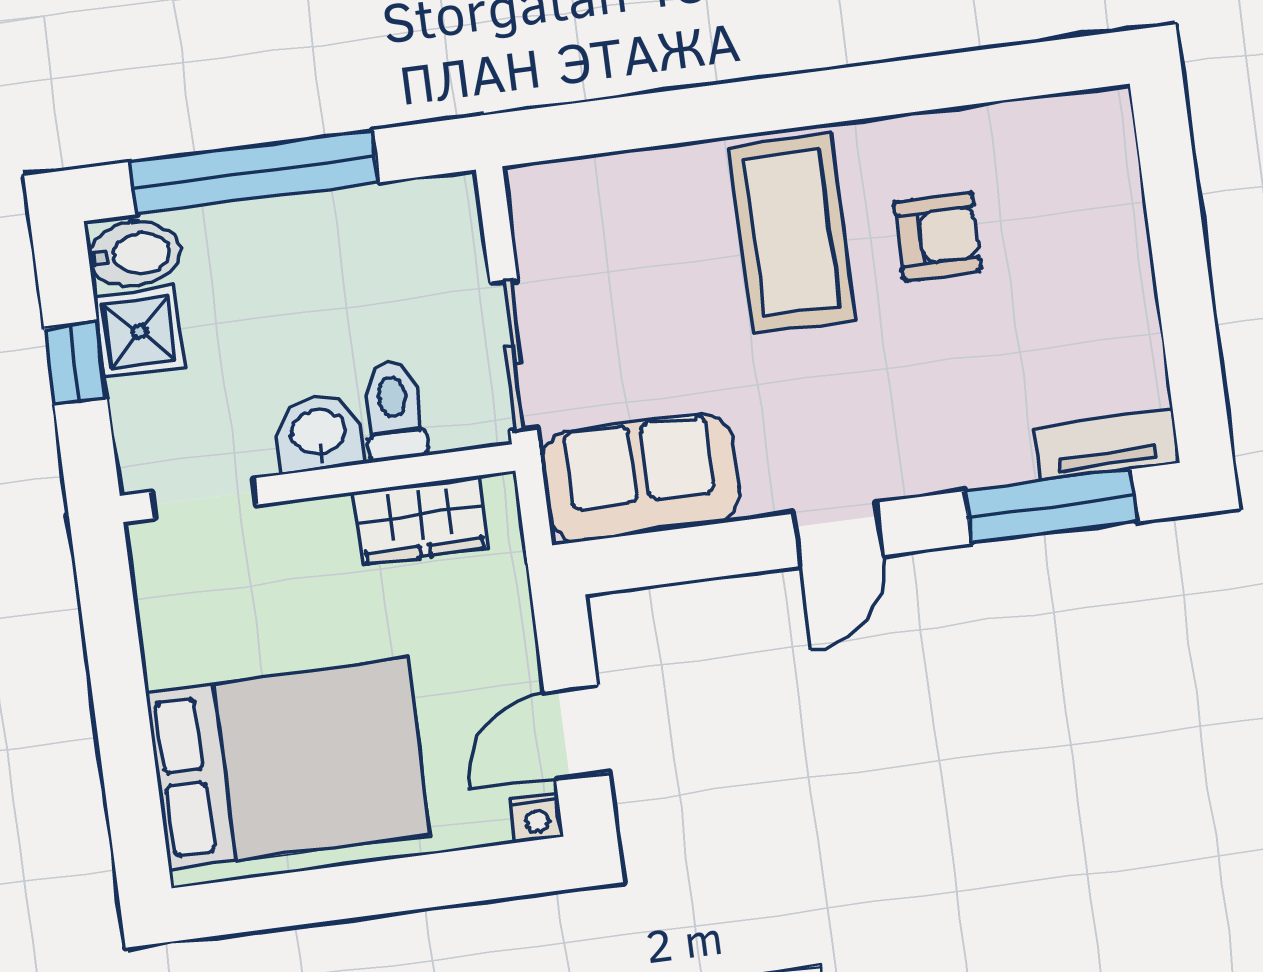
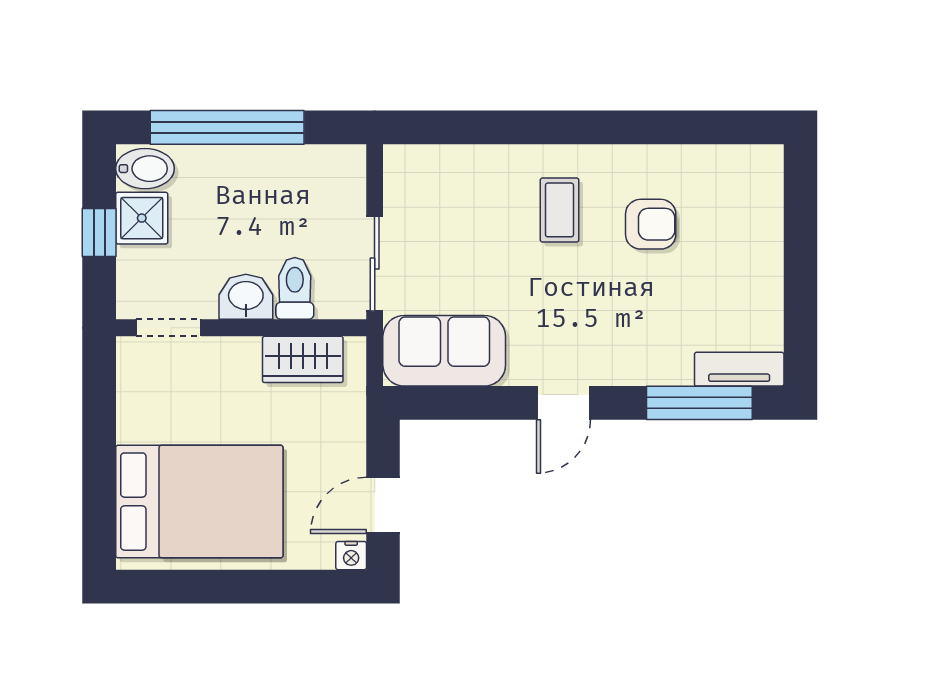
coffee table: (792, 233) -> (560, 210), width x0.54, depth x0.58

